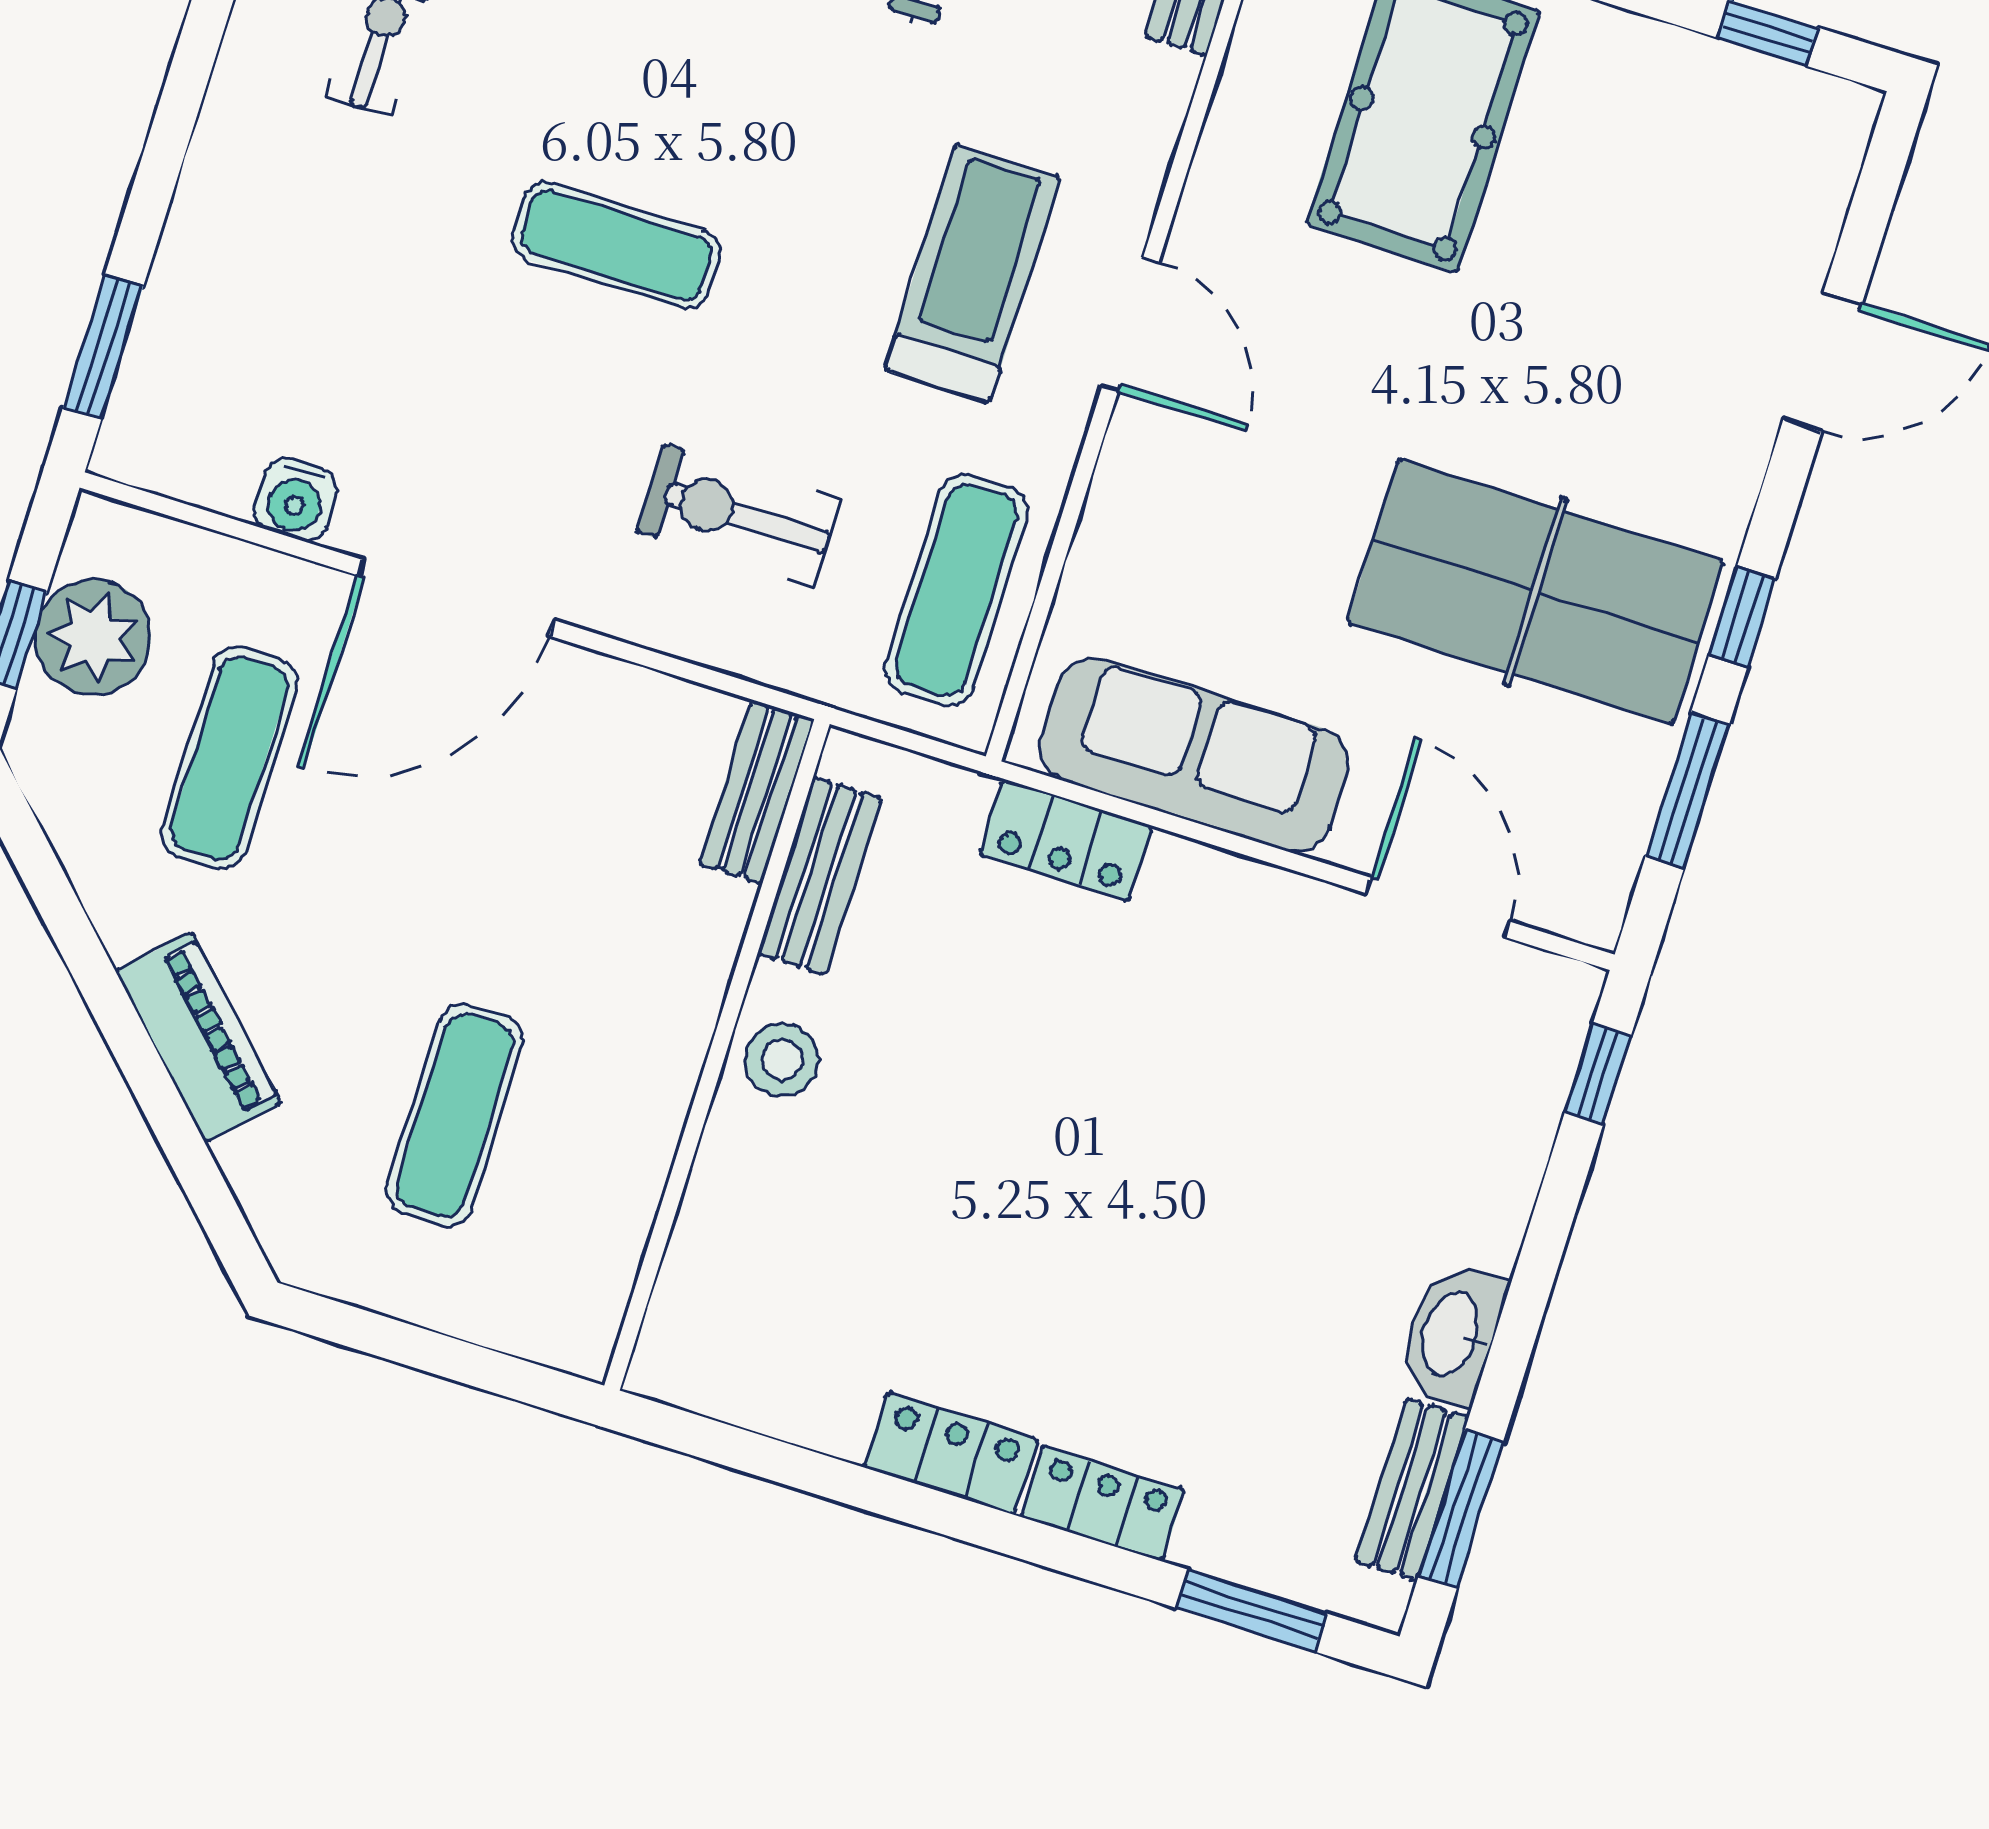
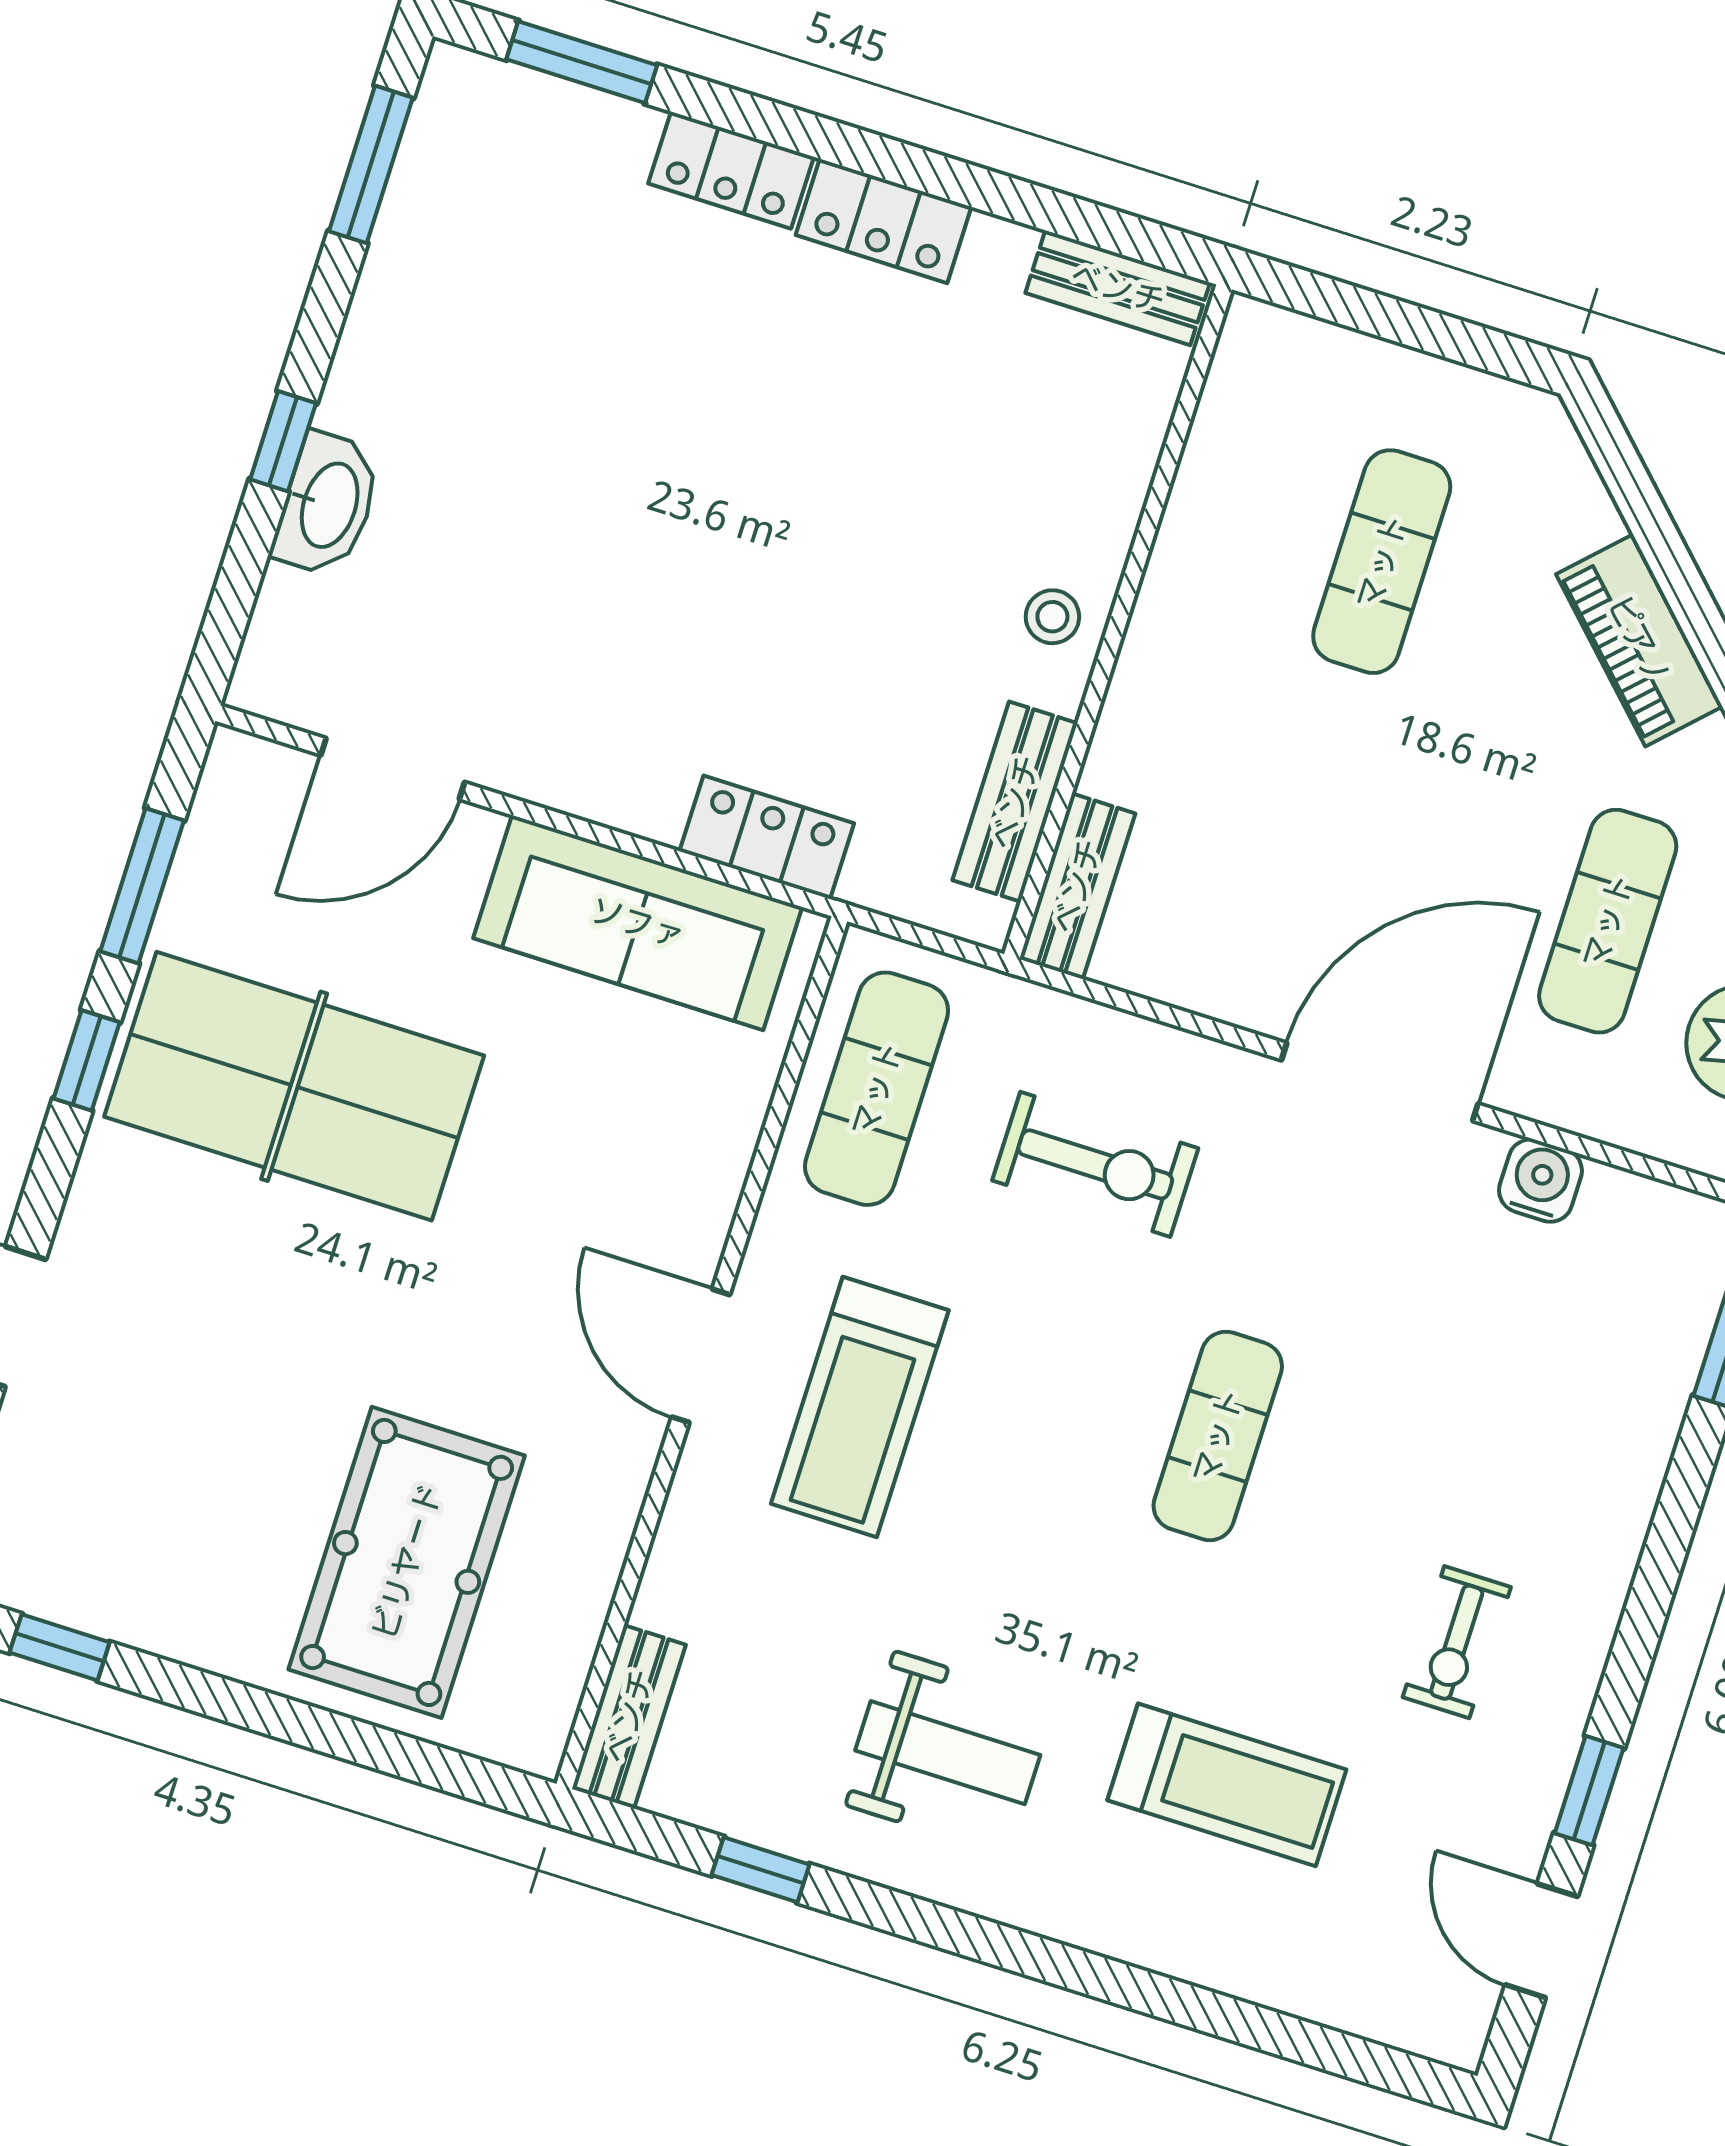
exercise mat: (616, 245) -> (1218, 1436), turned 90
door: (1438, 908) -> (393, 769), hinge flipped
stool: (782, 1060) -> (1052, 617), width x0.73, depth x0.73
window: (1598, 1074) -> (283, 441), moved
washbasin: (1452, 1334) -> (327, 504), moved
bench: (1412, 1489) -> (1118, 288), moved, turned 90

